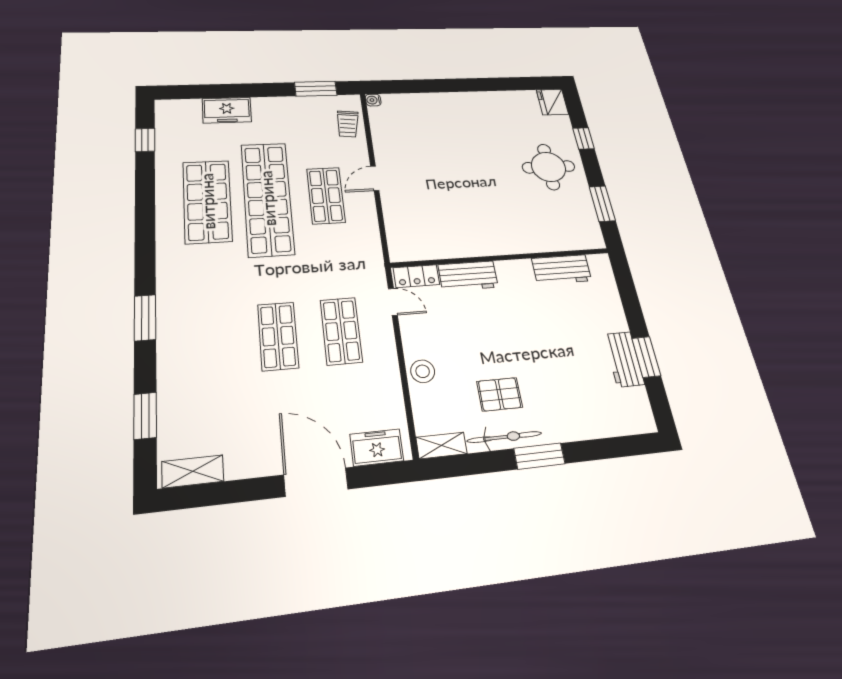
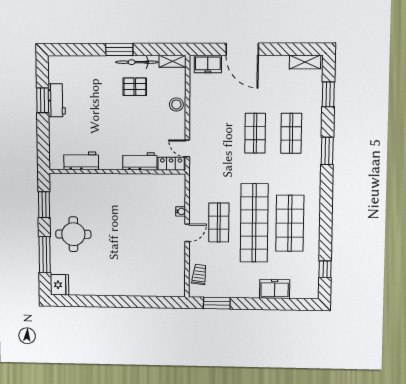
water cooler: (373, 100) -> (181, 211), moved
window: (583, 138) -> (45, 255), width x2.17
shop shelf: (341, 331) -> (291, 133), moved

